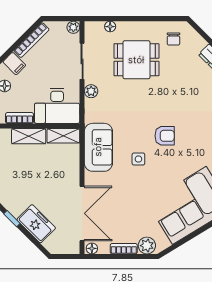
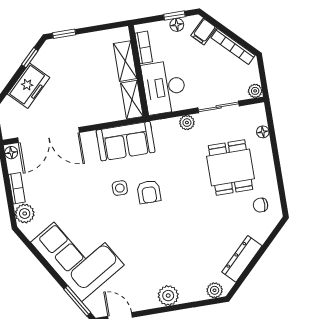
armchair: (165, 136) -> (149, 192), moved

